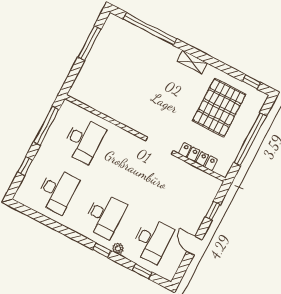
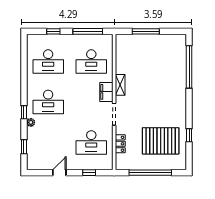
window: (89, 43) -> (146, 31), moved
shelving: (192, 62) -> (120, 85), moved
window: (251, 82) -> (189, 135), moved
filing cabinet: (129, 141) -> (106, 92), added
locker: (198, 157) -> (120, 144), width x0.66
desk: (152, 240) -> (91, 142), moved

